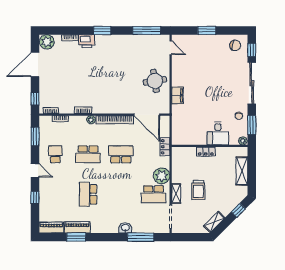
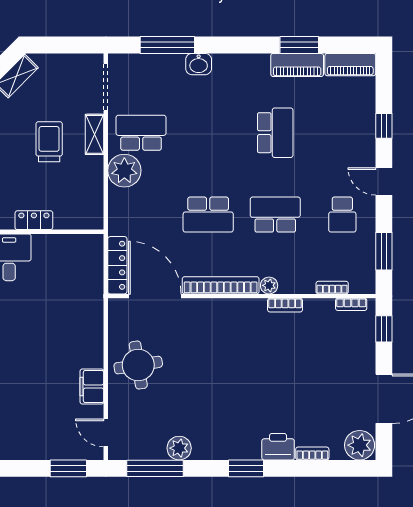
window: (207, 31) -> (68, 468), moved
plant: (135, 40) -> (179, 448), added
filing cabinet: (177, 95) -> (92, 387), moved
locker: (165, 147) -> (117, 265), moved, width x1.53

